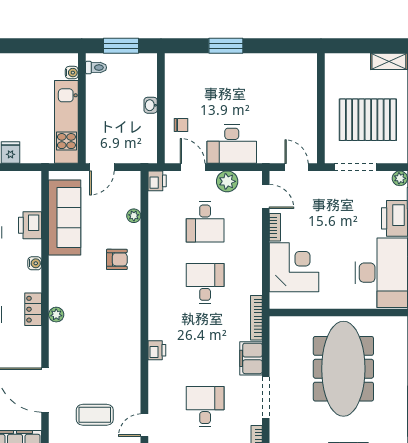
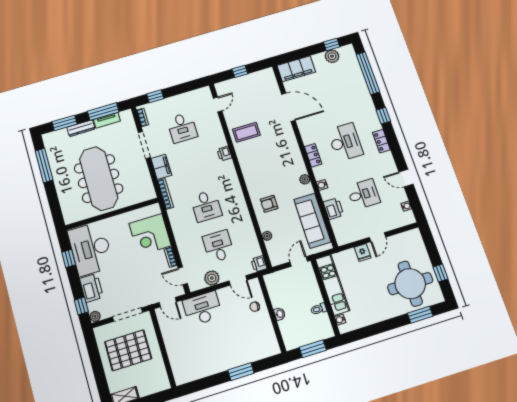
toilet: (96, 68) -> (319, 309), moved
desk: (232, 144) -> (202, 309), moved
plant: (56, 315) -> (305, 179), moved
coffee table: (95, 415) -> (246, 132), moved

